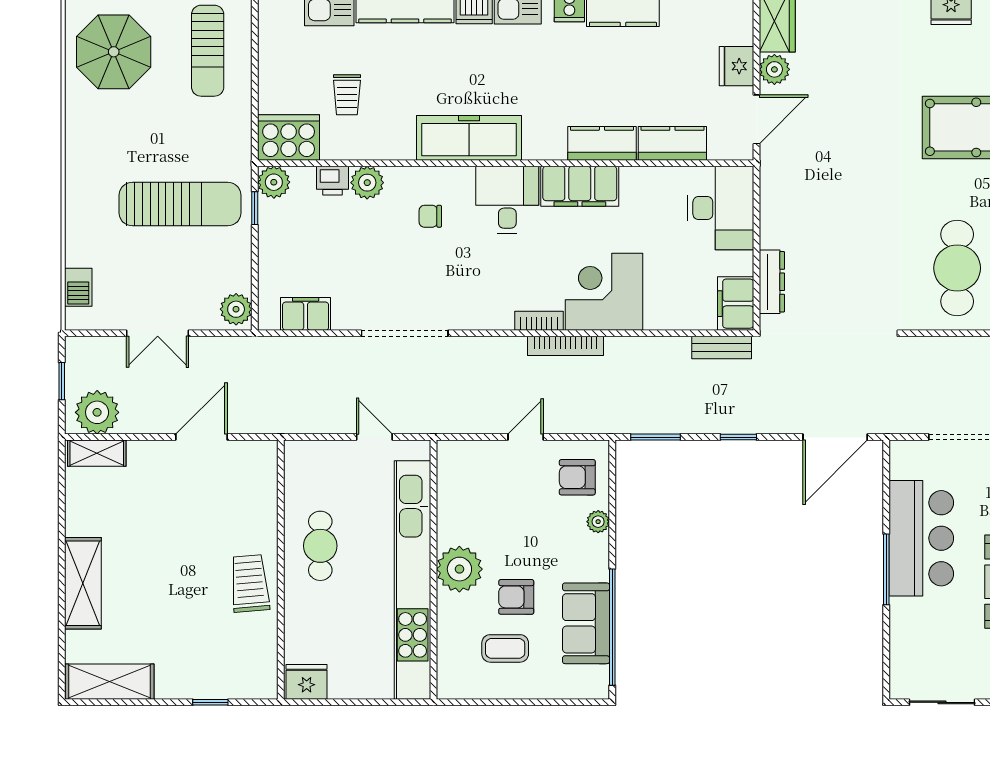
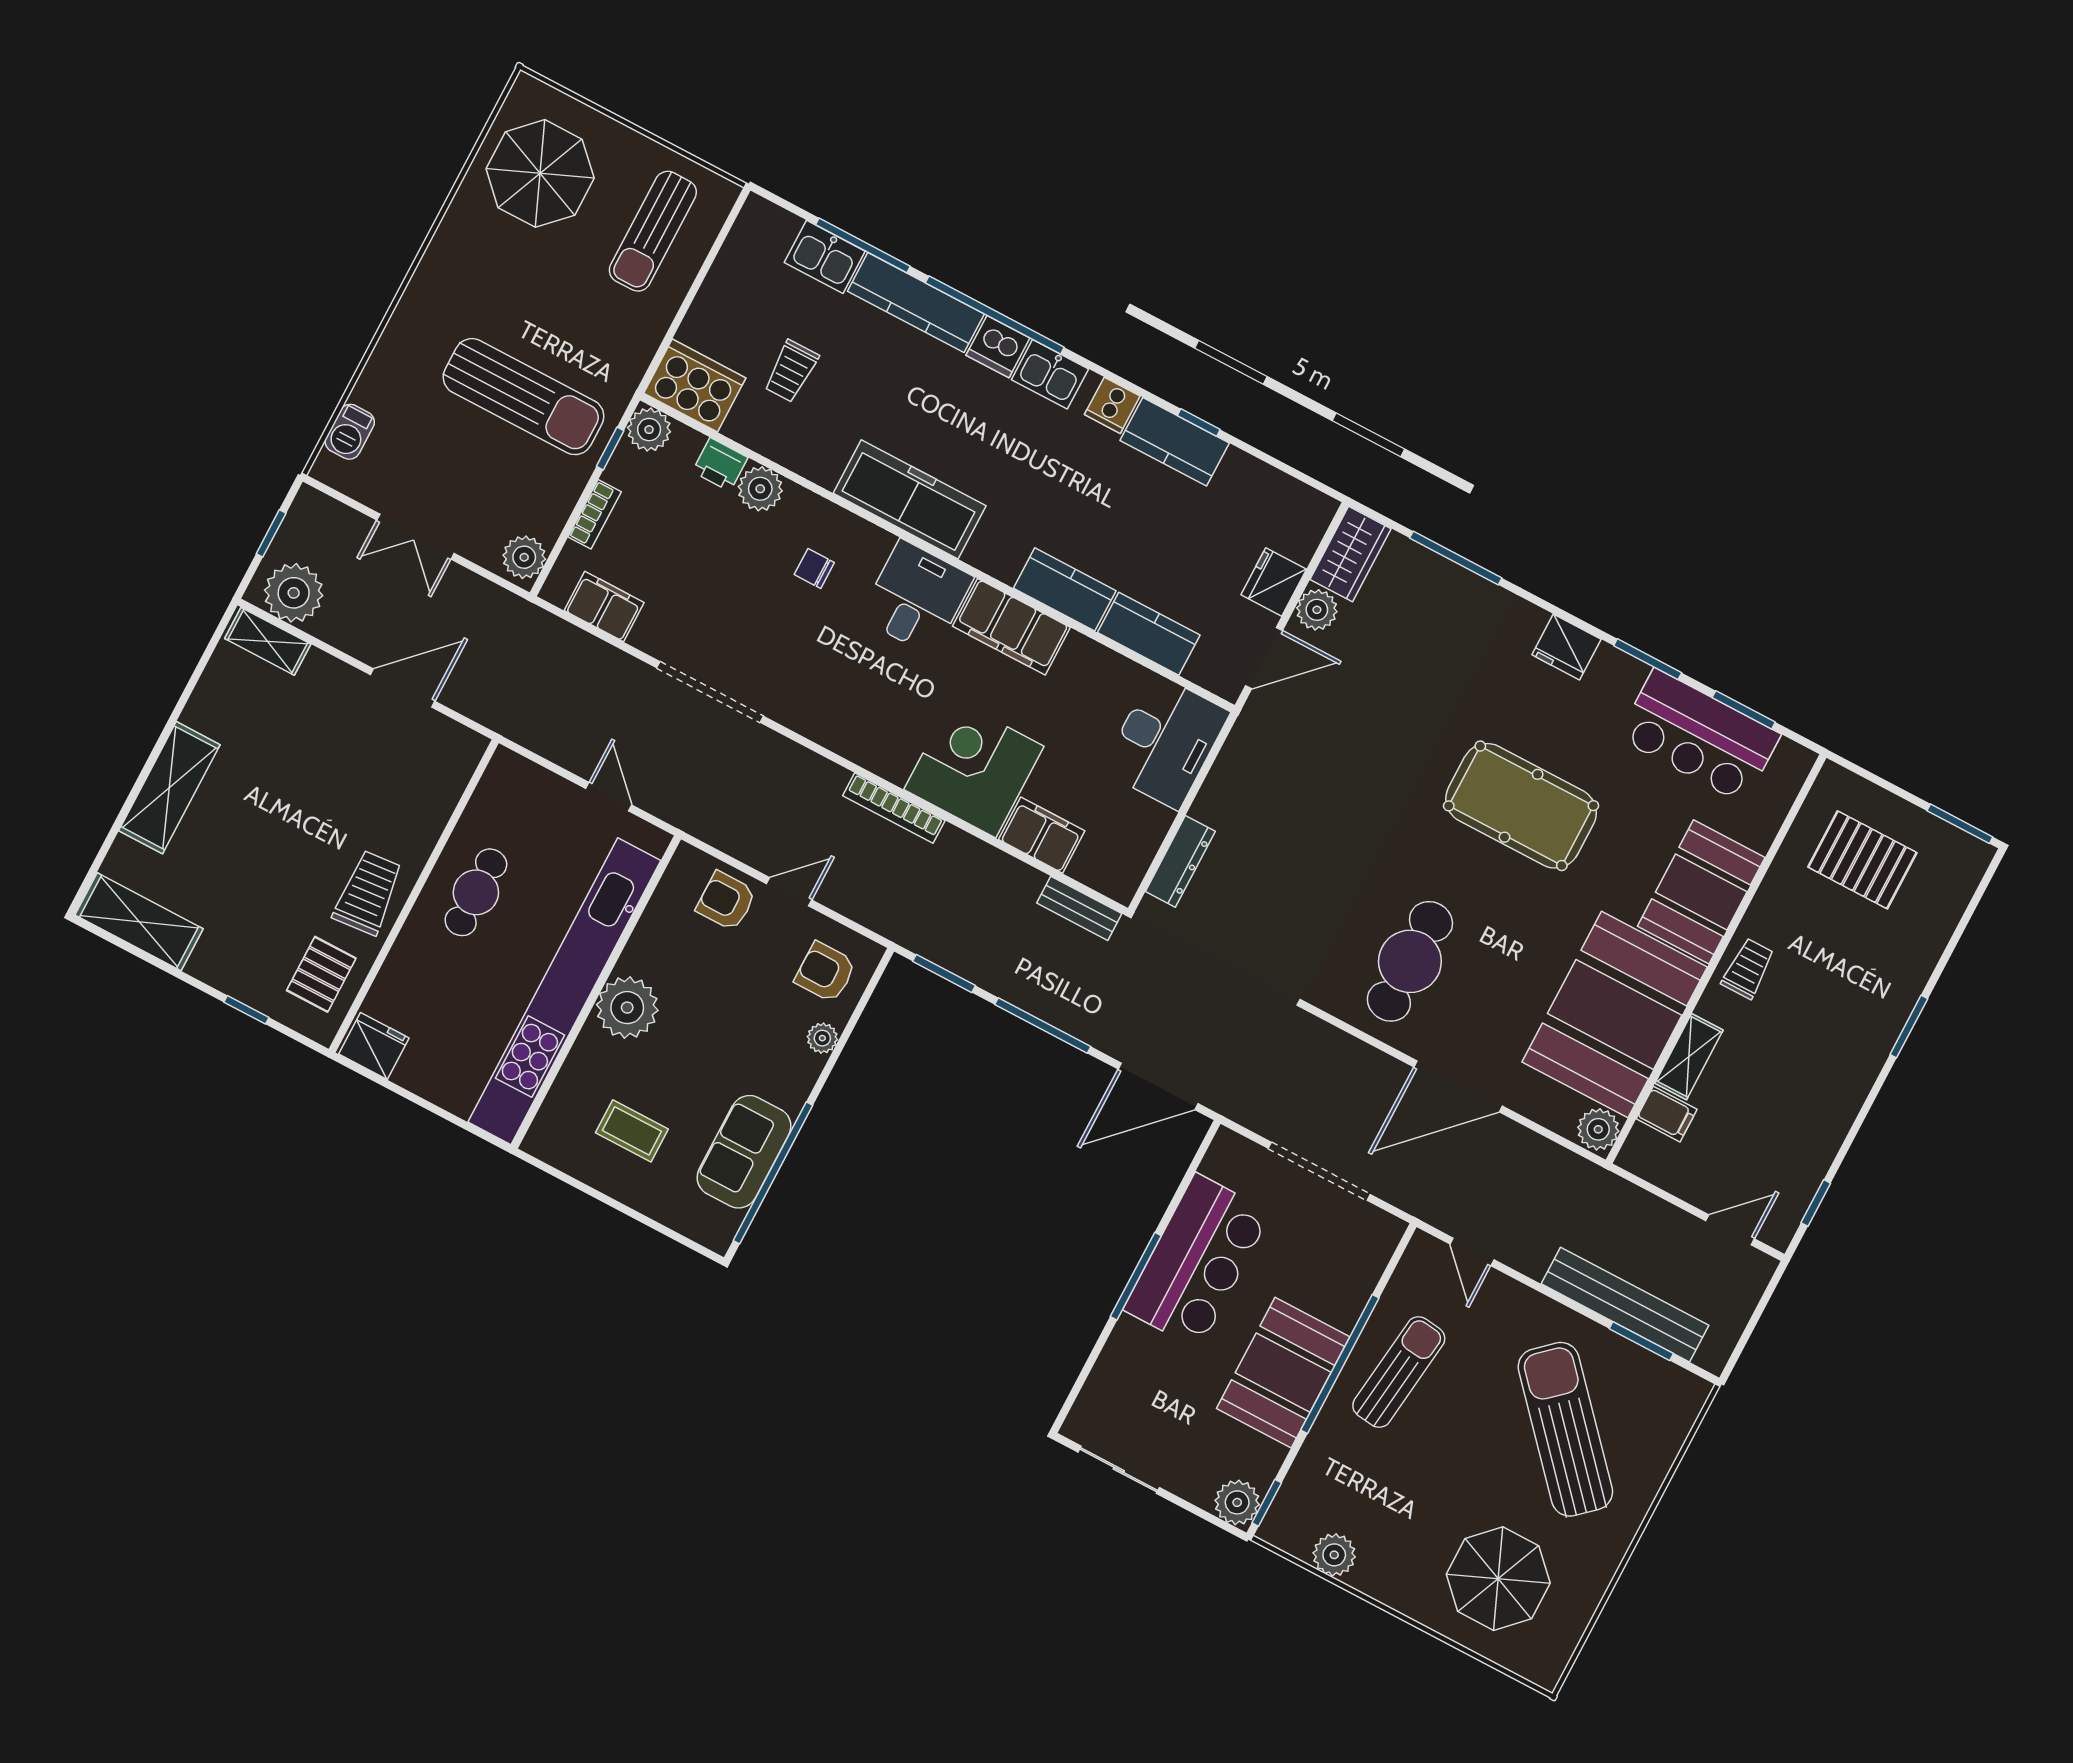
filing cabinet: (736, 304) -> (1042, 835), moved, turned 90
bookcase: (539, 321) -> (595, 514), moved, turned 90
window: (738, 437) -> (1043, 1026), width x2.17
armchair: (516, 597) -> (726, 901), moved
pallet: (247, 653) -> (321, 974), added

